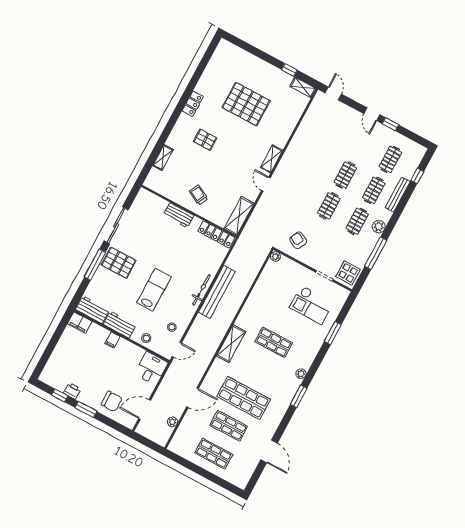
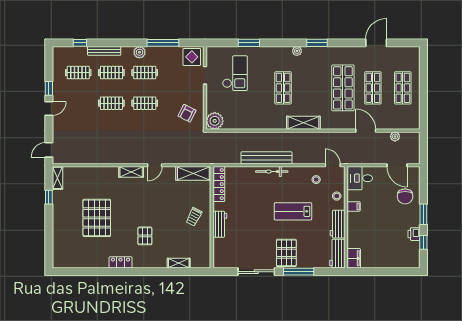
plant: (275, 256) -> (215, 121), width x1.88, depth x1.88
filing cabinet: (112, 340) -> (354, 206), moved
chair: (112, 401) -> (405, 196), turned 180

